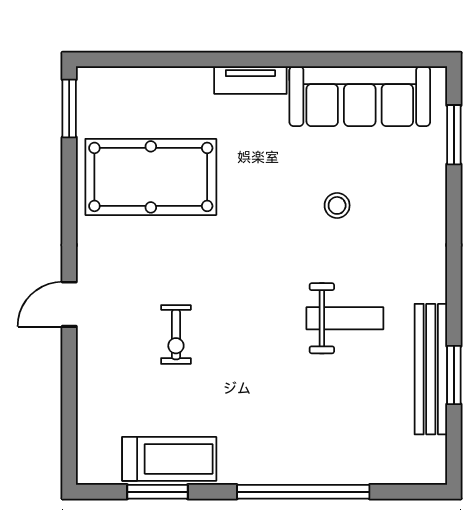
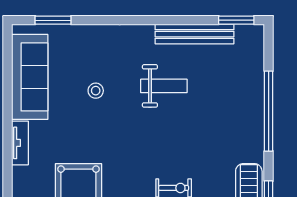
weight bench: (345, 318) -> (164, 86), turned 90
window: (454, 375) -> (236, 20), moved

